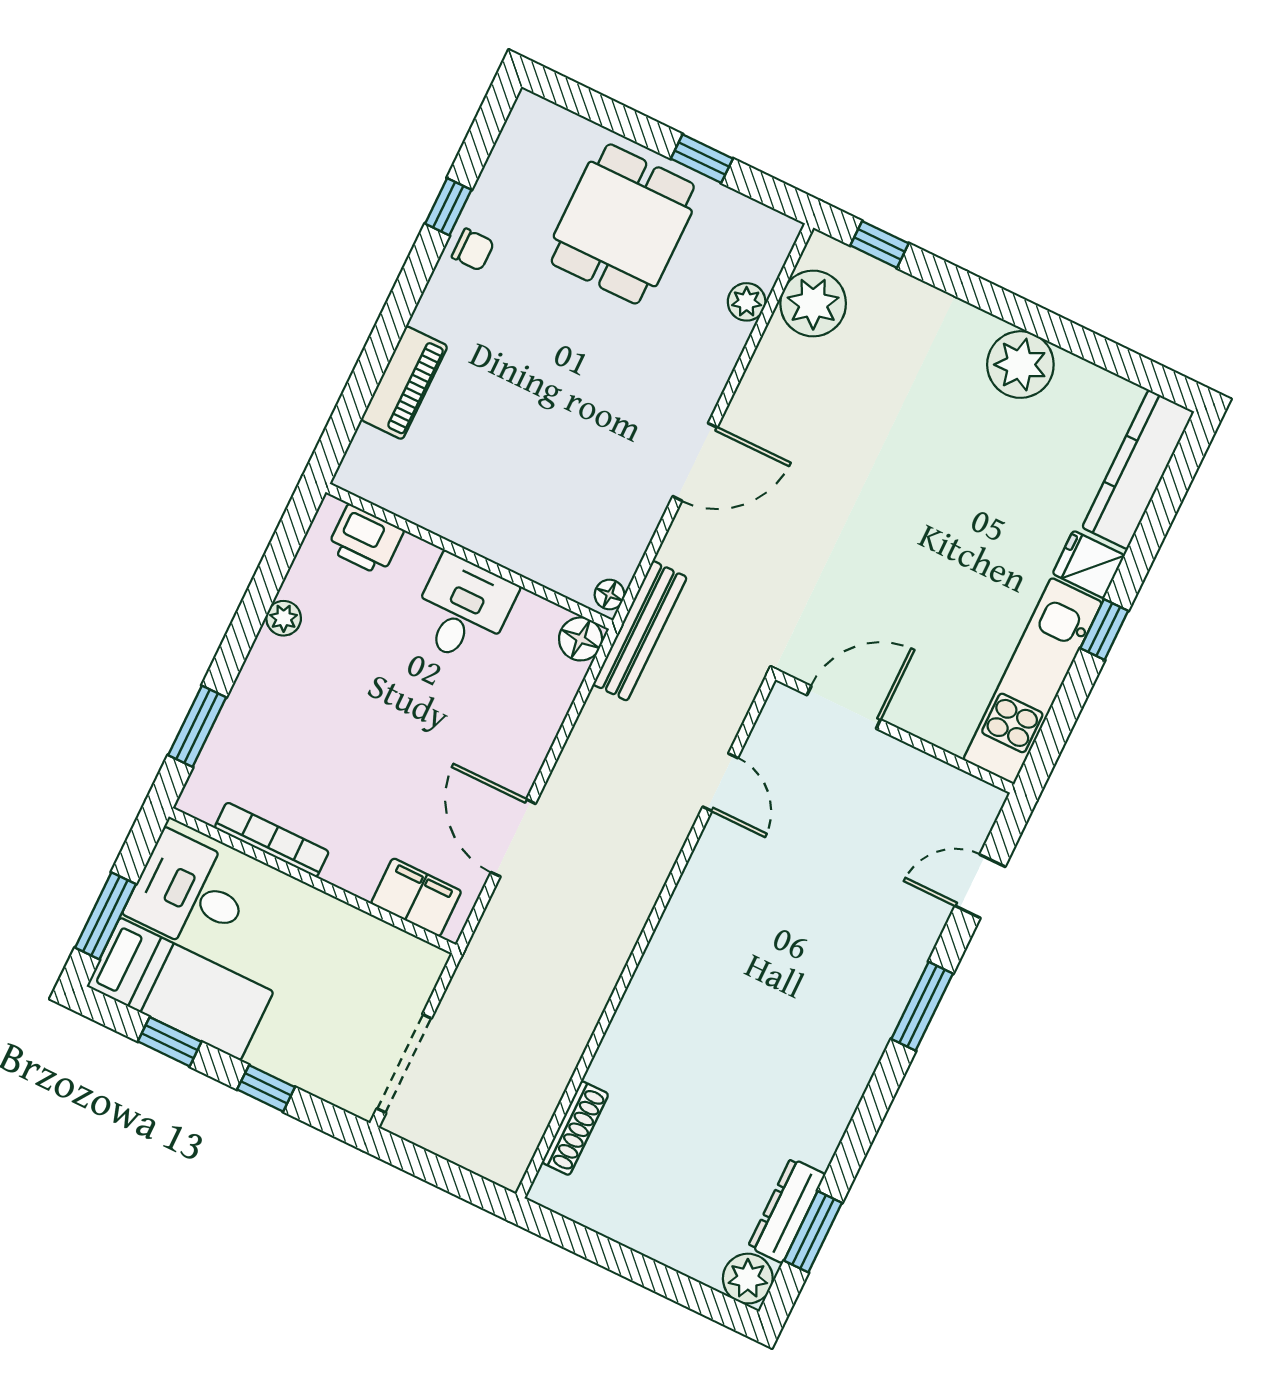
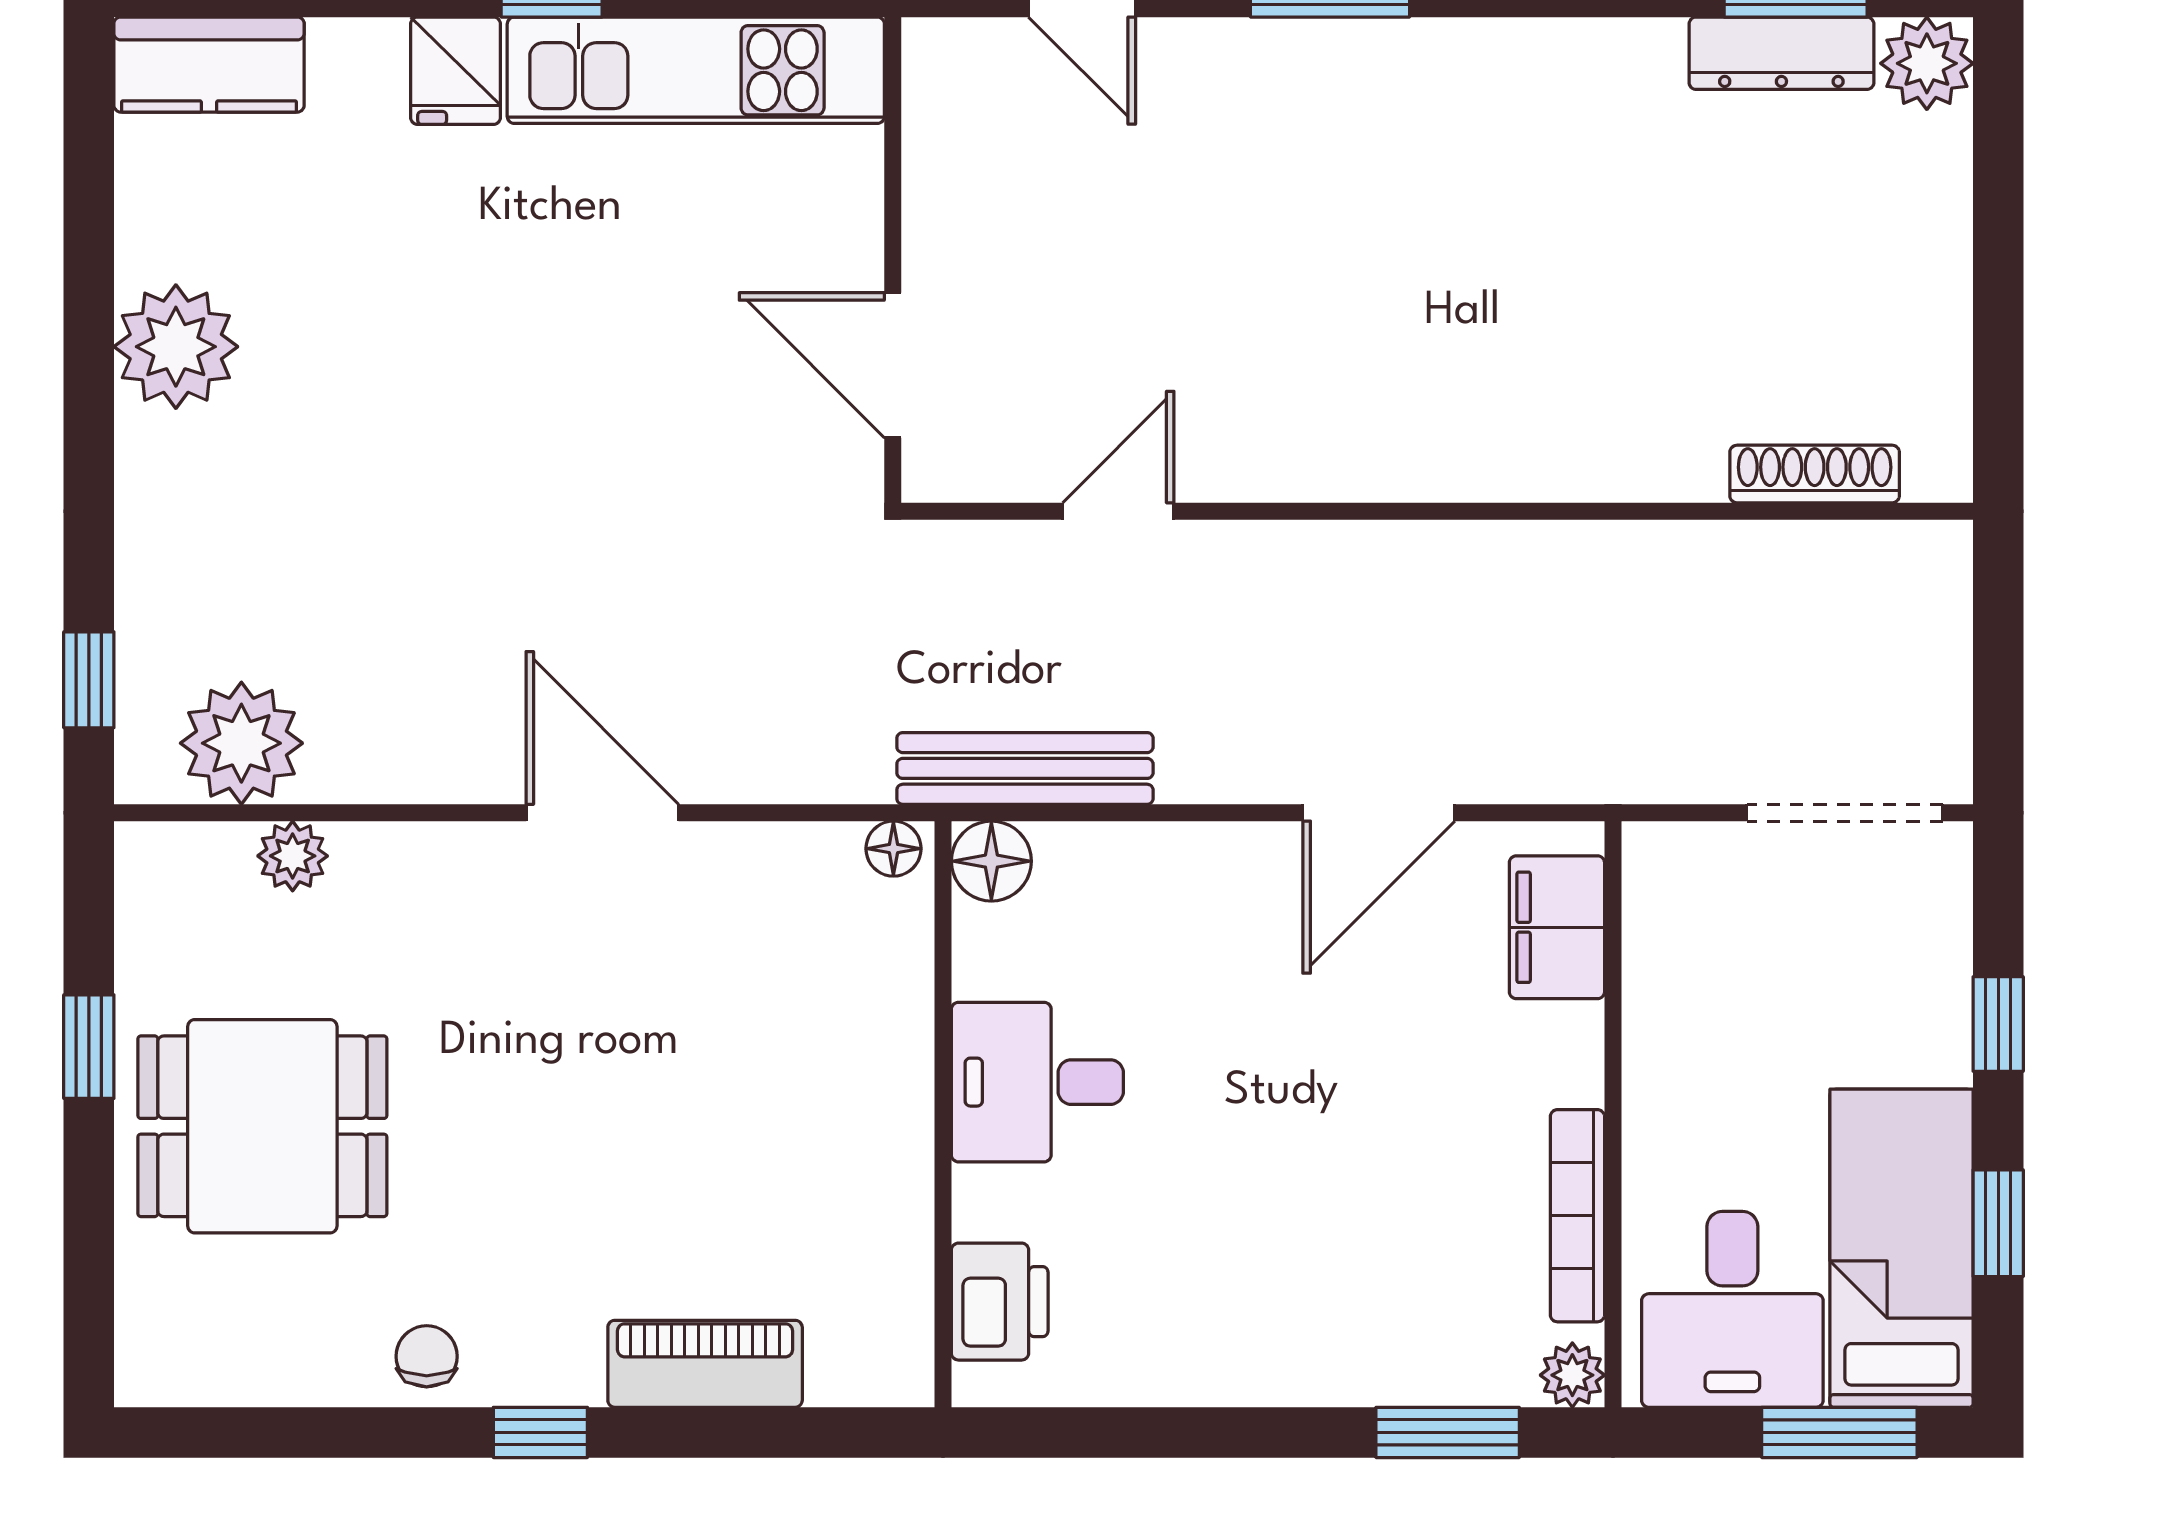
window: (448, 207) -> (540, 1432), moved
kitchen counter: (1138, 470) -> (209, 65), width x0.67
plant: (284, 618) -> (1572, 1375), moved
bench: (640, 631) -> (1025, 768), moved

